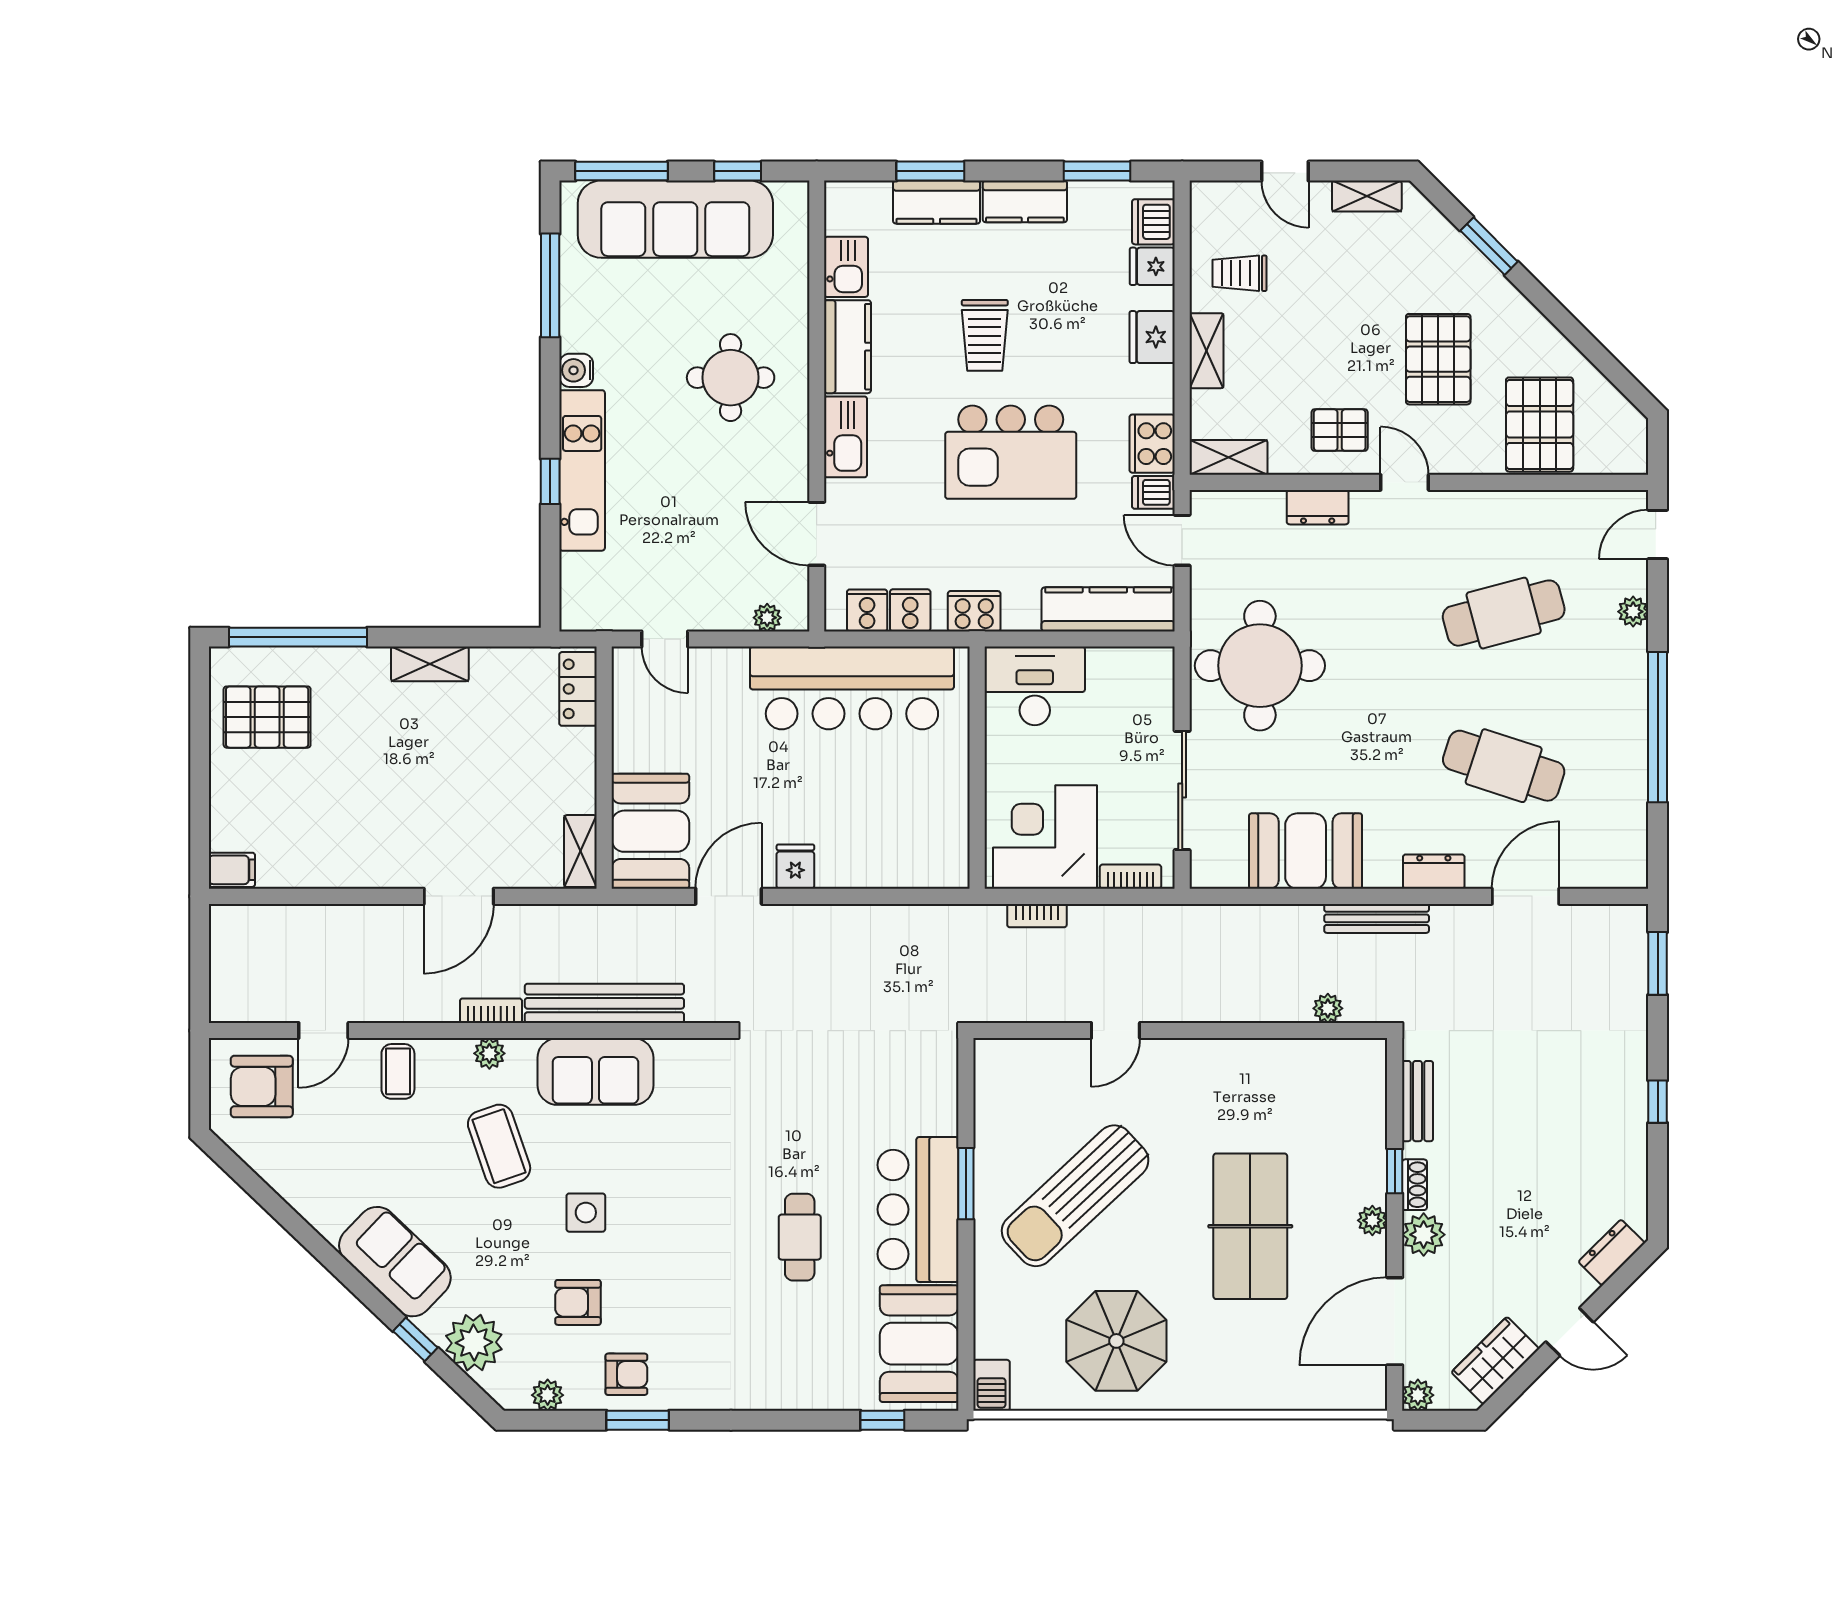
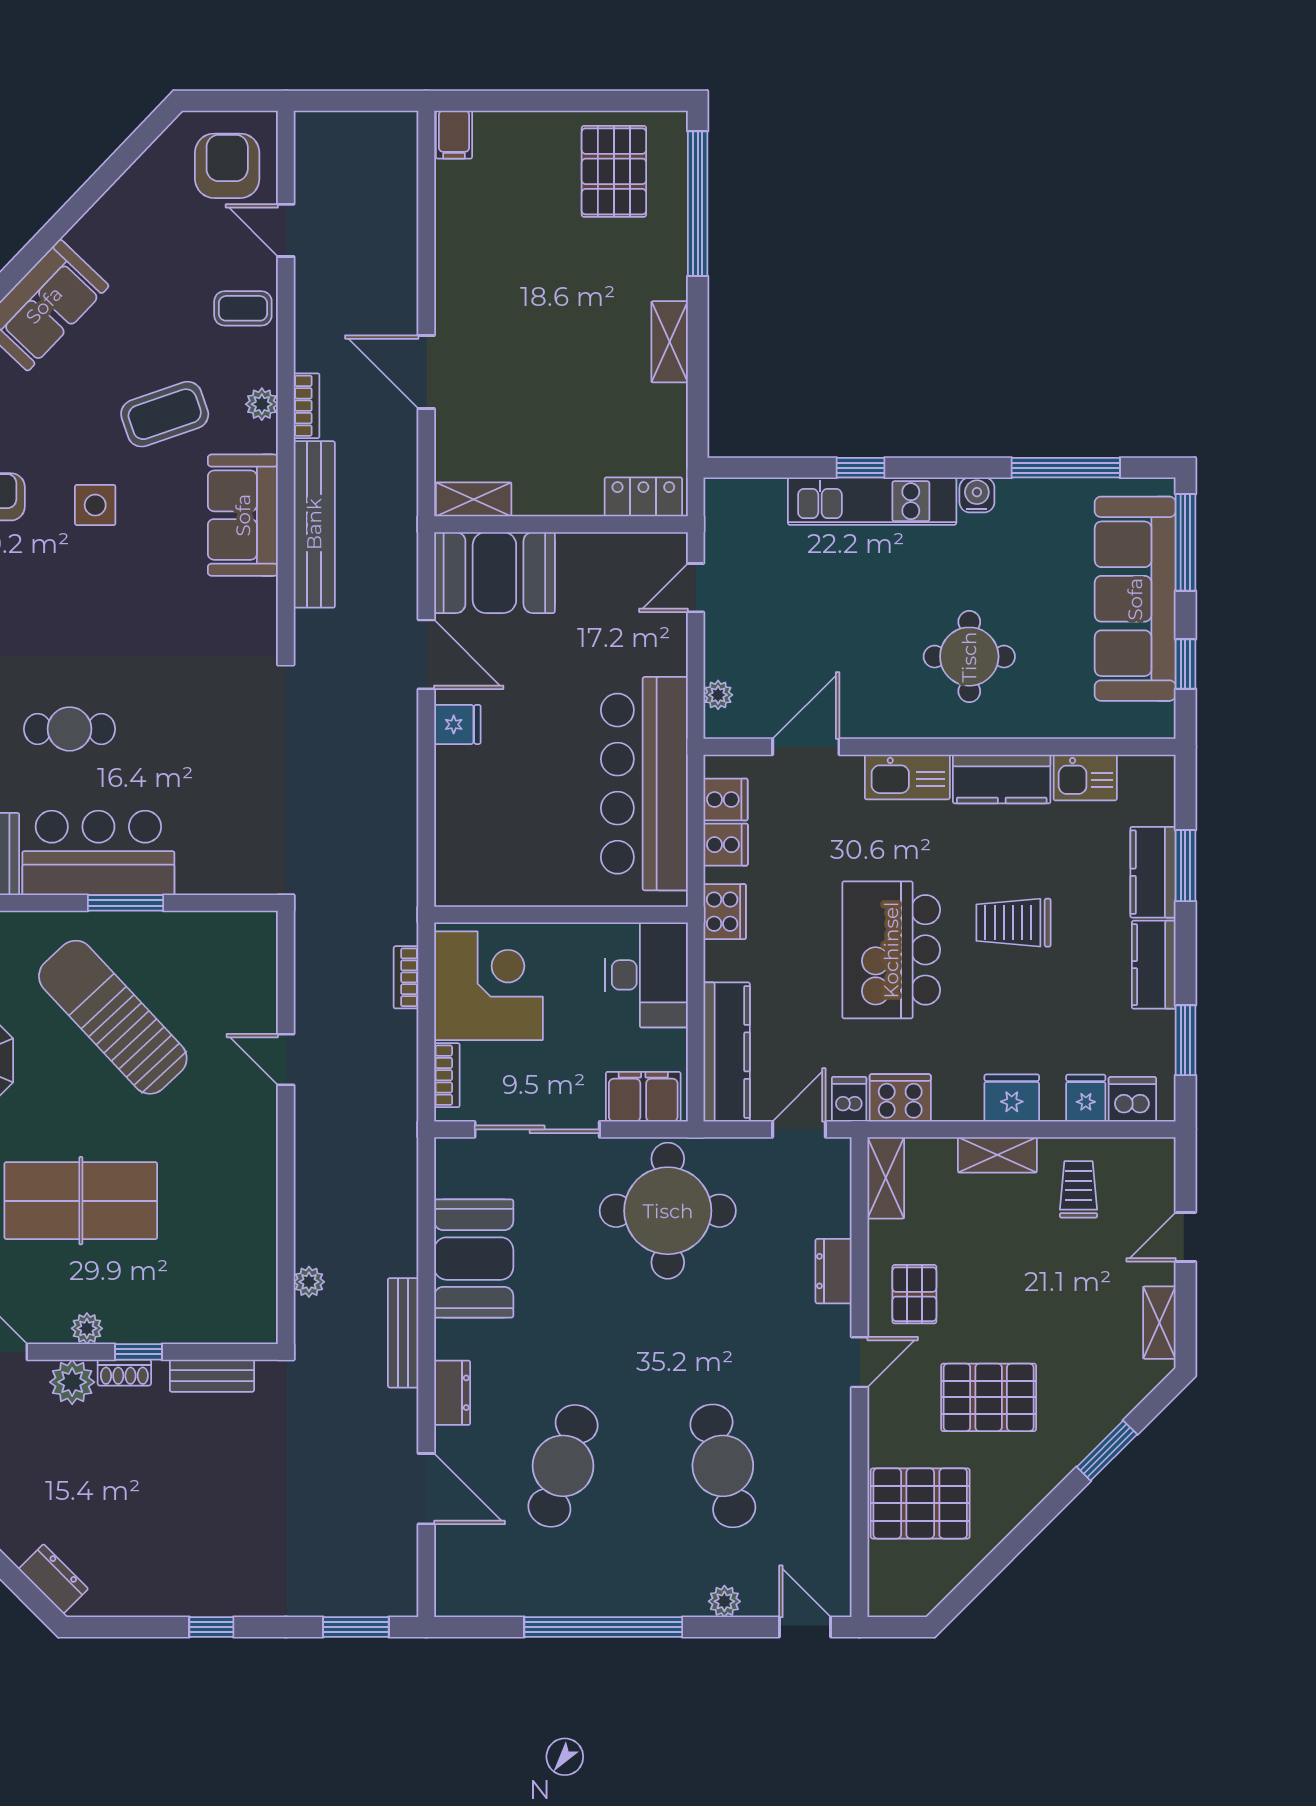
filing cabinet: (1151, 689) -> (643, 1097), added

